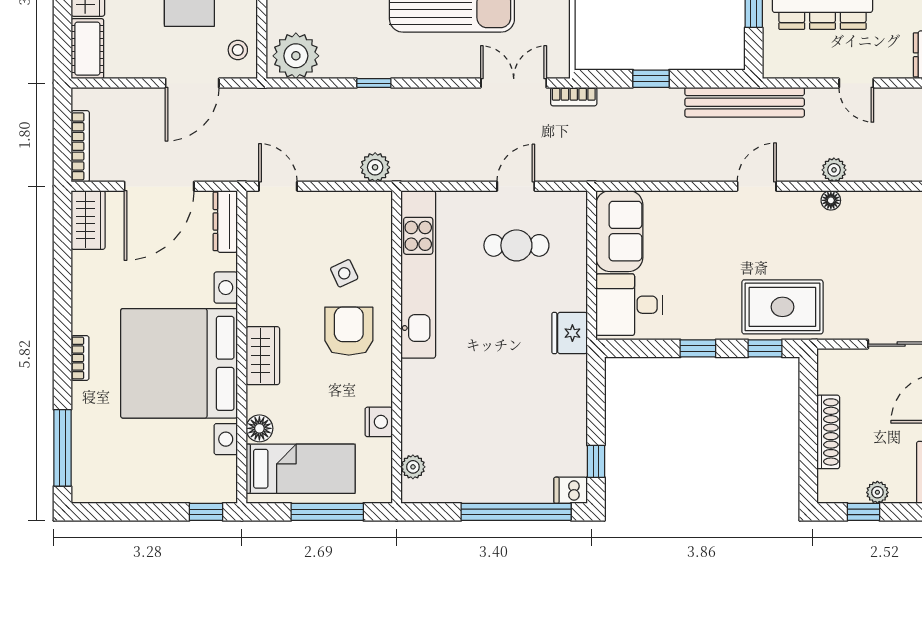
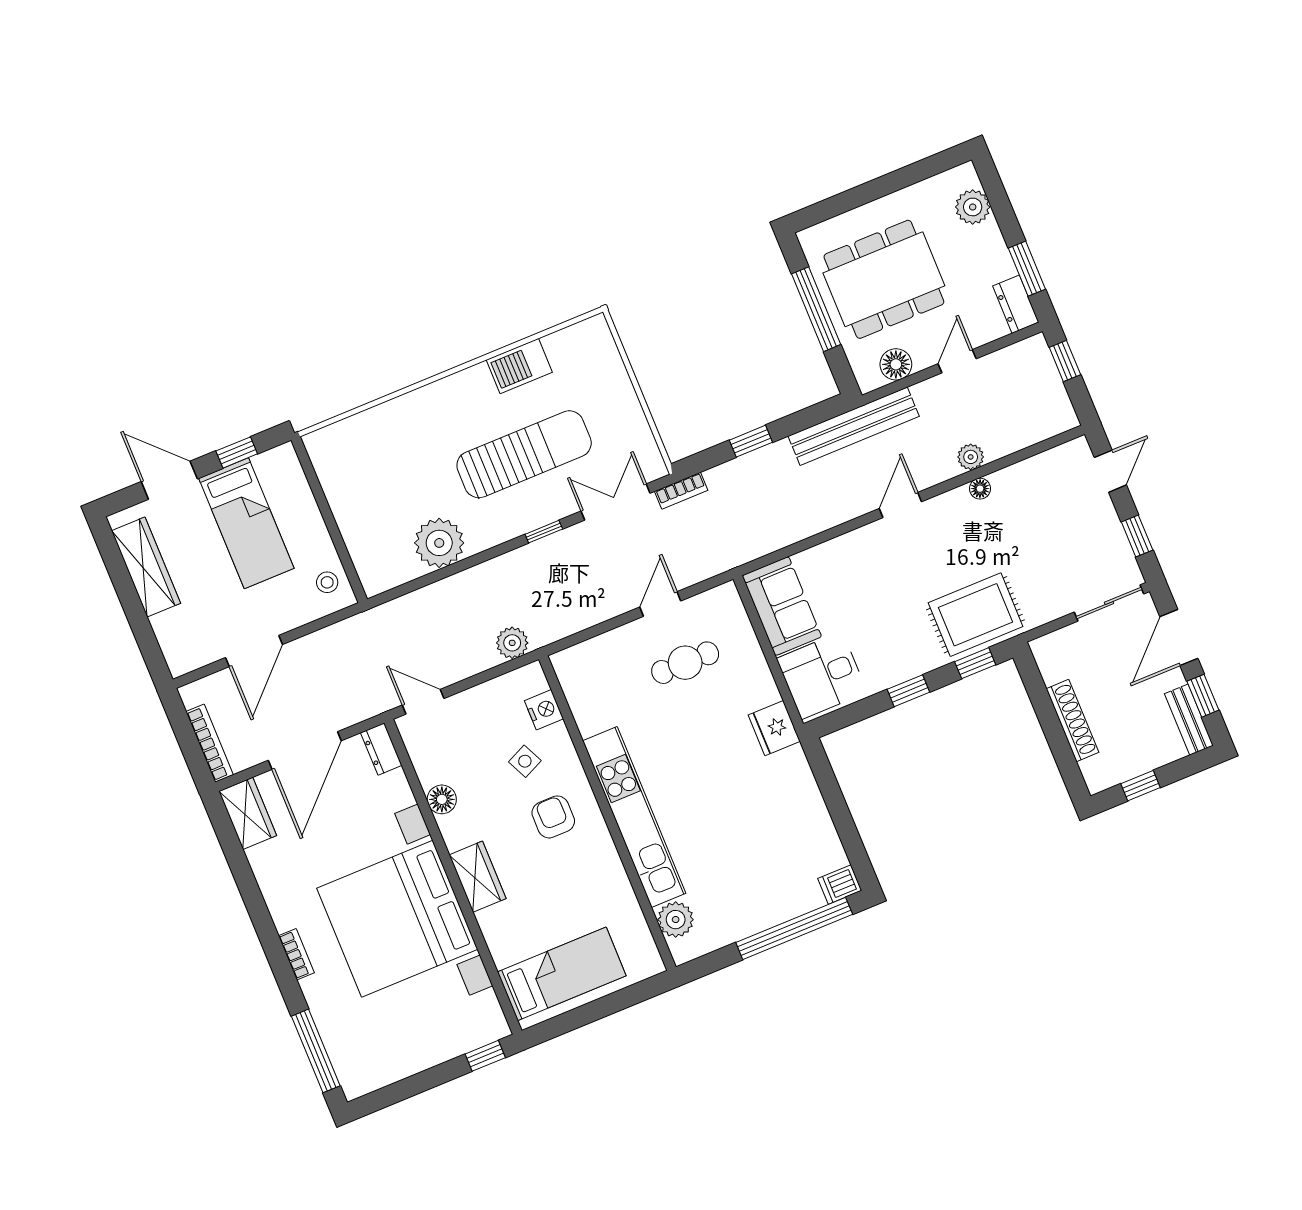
cot: (87, 49) -> (177, 643), removed
plant: (296, 56) -> (439, 543), moved
floor lamp: (803, 64) -> (896, 364), added
door: (192, 83) -> (254, 651), moved
window: (374, 83) -> (544, 532), moved
door: (856, 83) -> (957, 361), swing flipped
dresser: (225, 221) -> (381, 749), width x0.70
kitchen unit: (418, 274) -> (634, 817), moved
armchair: (349, 331) -> (553, 817), width x0.72, depth x0.72
nightstand: (379, 422) -> (544, 710), moved
floor lamp: (259, 428) -> (442, 799), moved
window: (596, 461) -> (853, 845), removed
plant: (413, 467) -> (676, 920), width x1.38, depth x1.38
plant: (877, 492) -> (1146, 760), removed
window: (327, 512) -> (606, 1006), removed

